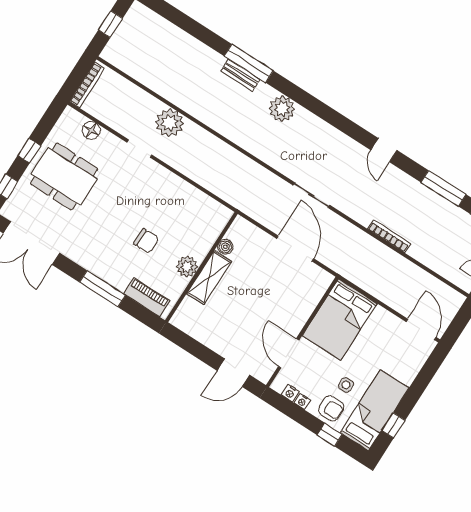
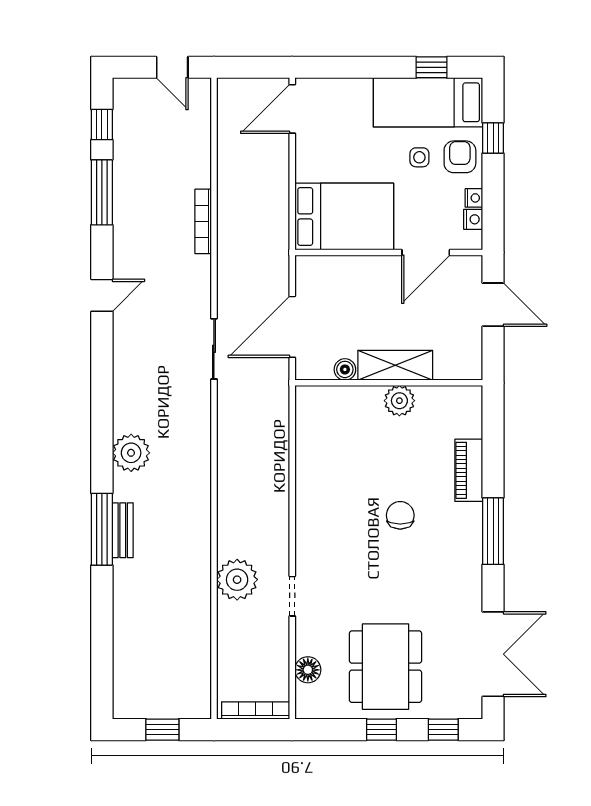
boiler: (225, 247) -> (345, 369), moved
plant: (187, 267) -> (399, 401), moved
wall: (201, 267) -> (389, 383), moved
shelving: (209, 277) -> (395, 365), moved

